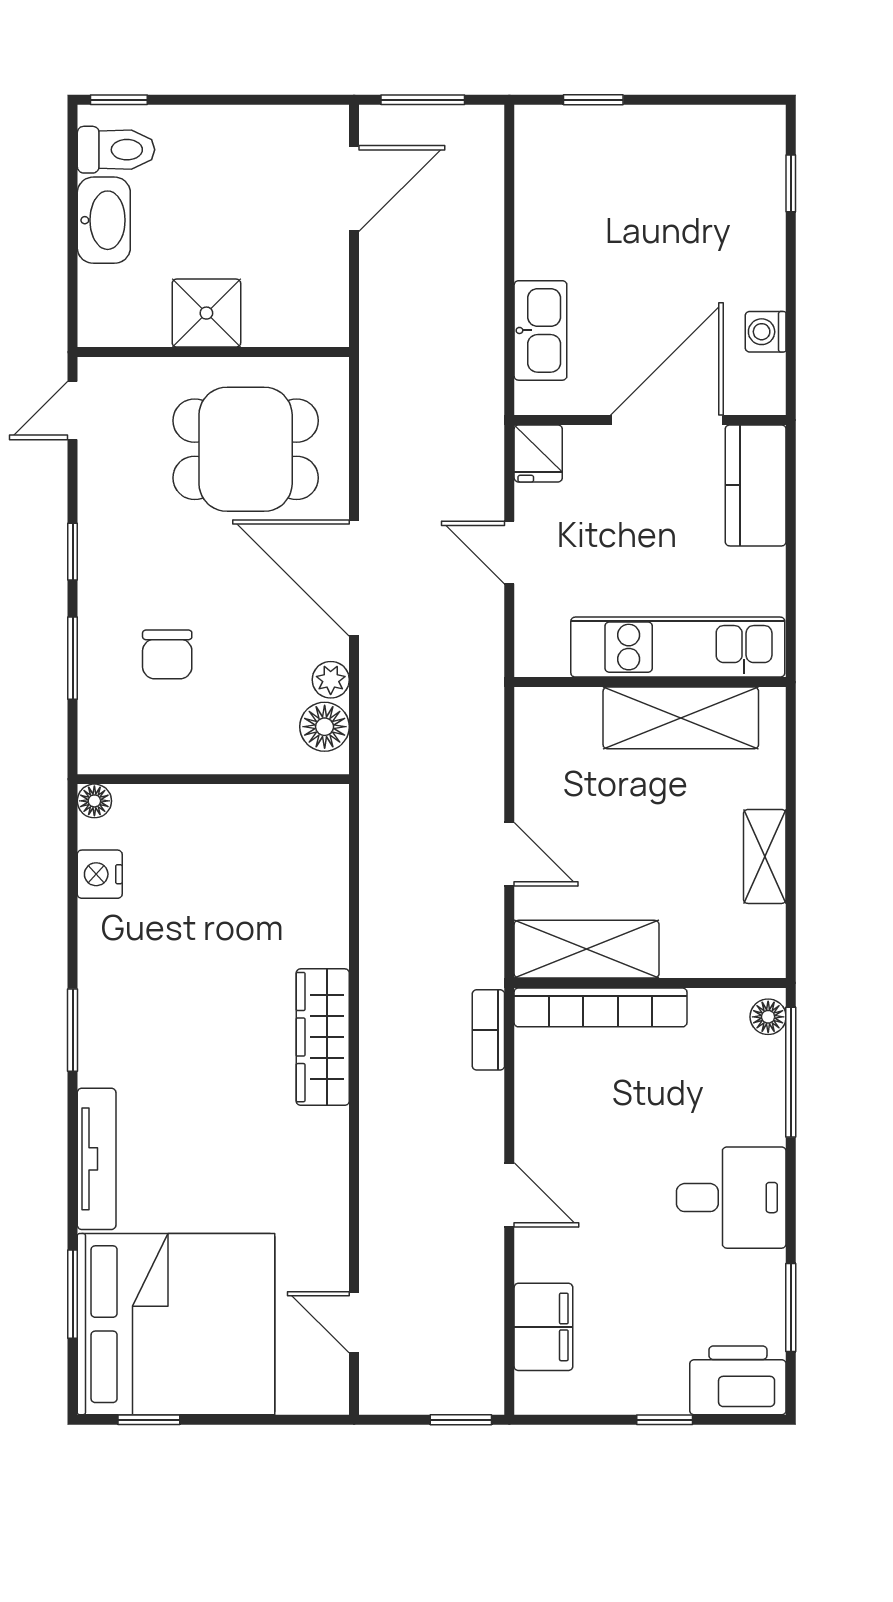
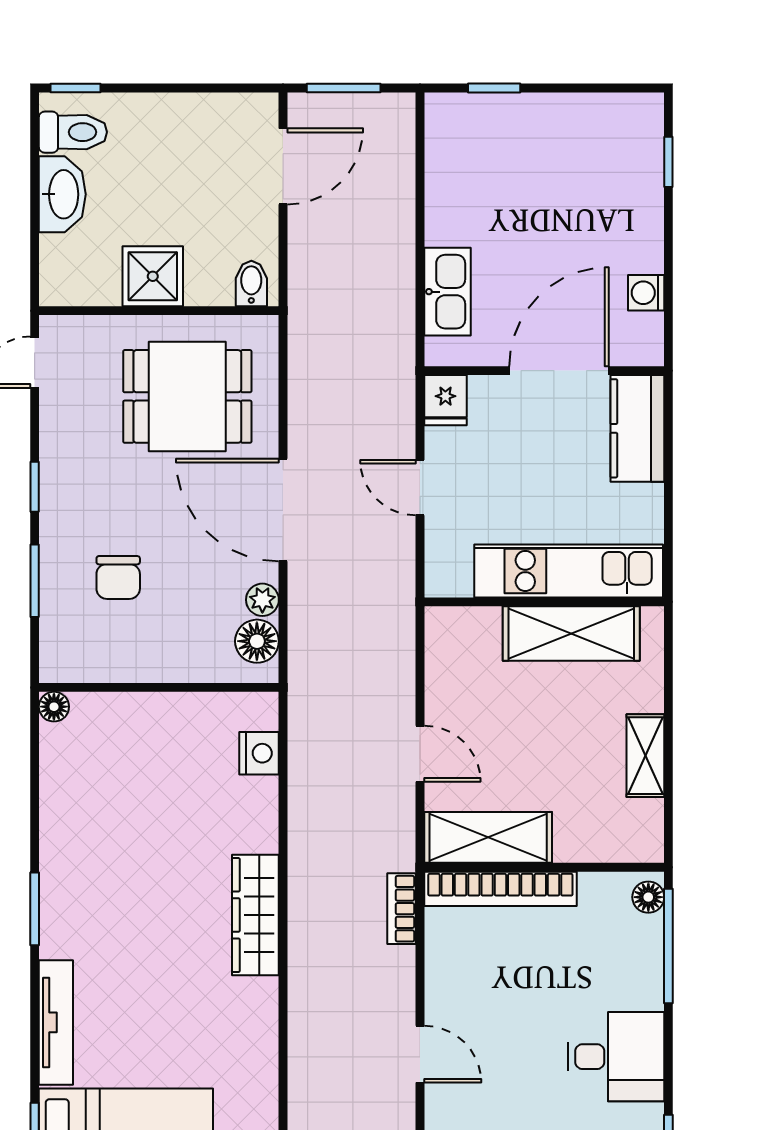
bidet: (318, 321) -> (251, 284), added
nightstand: (100, 874) -> (259, 753), moved, turned 180

